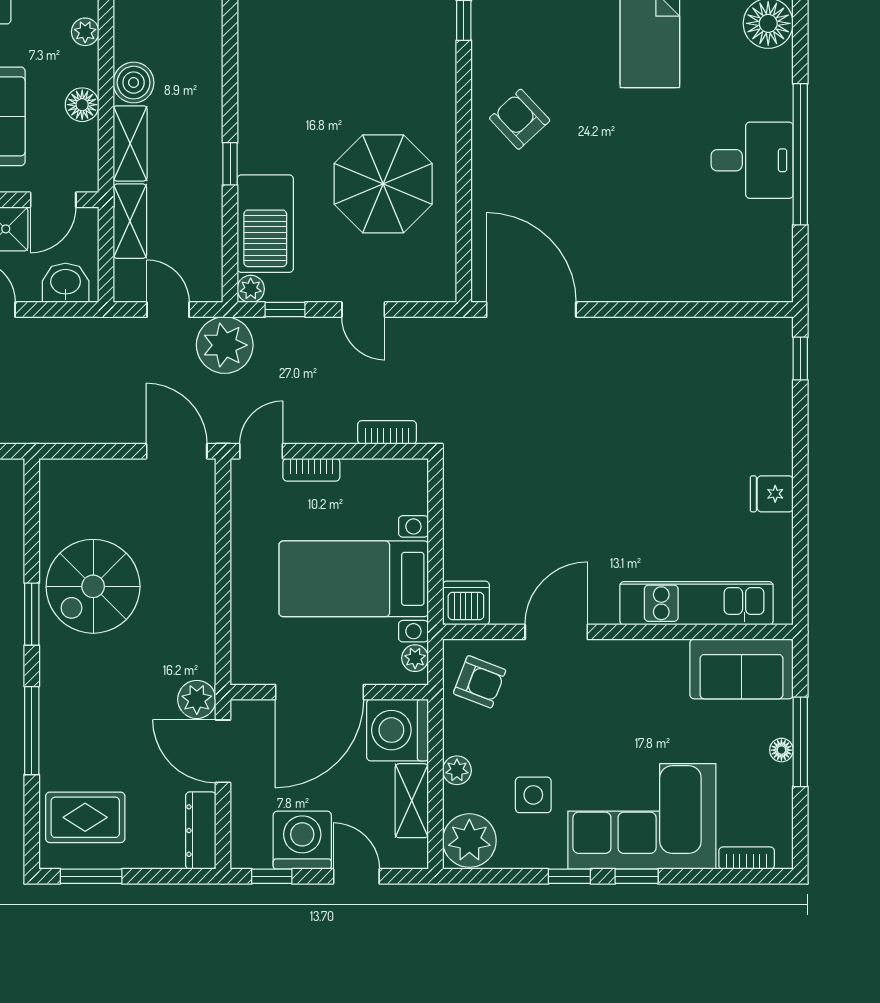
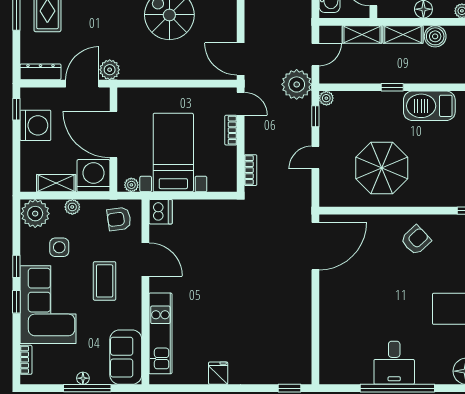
barbecue: (265, 224) -> (429, 106), moved
door: (177, 451) -> (241, 59), swing flipped
armchair: (480, 682) -> (119, 219), turned 61
coffee table: (597, 709) -> (105, 281), added
door: (356, 876) -> (16, 154), removed

